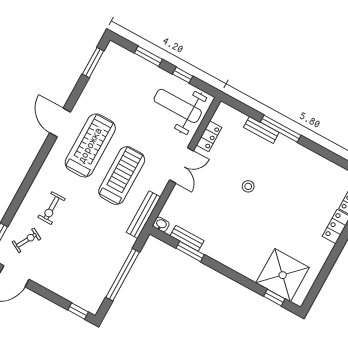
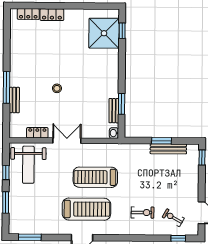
treadmill: (90, 145) -> (86, 209), turned 180
bench: (143, 215) -> (168, 149), moved
window: (123, 275) -> (162, 141), width x0.47

